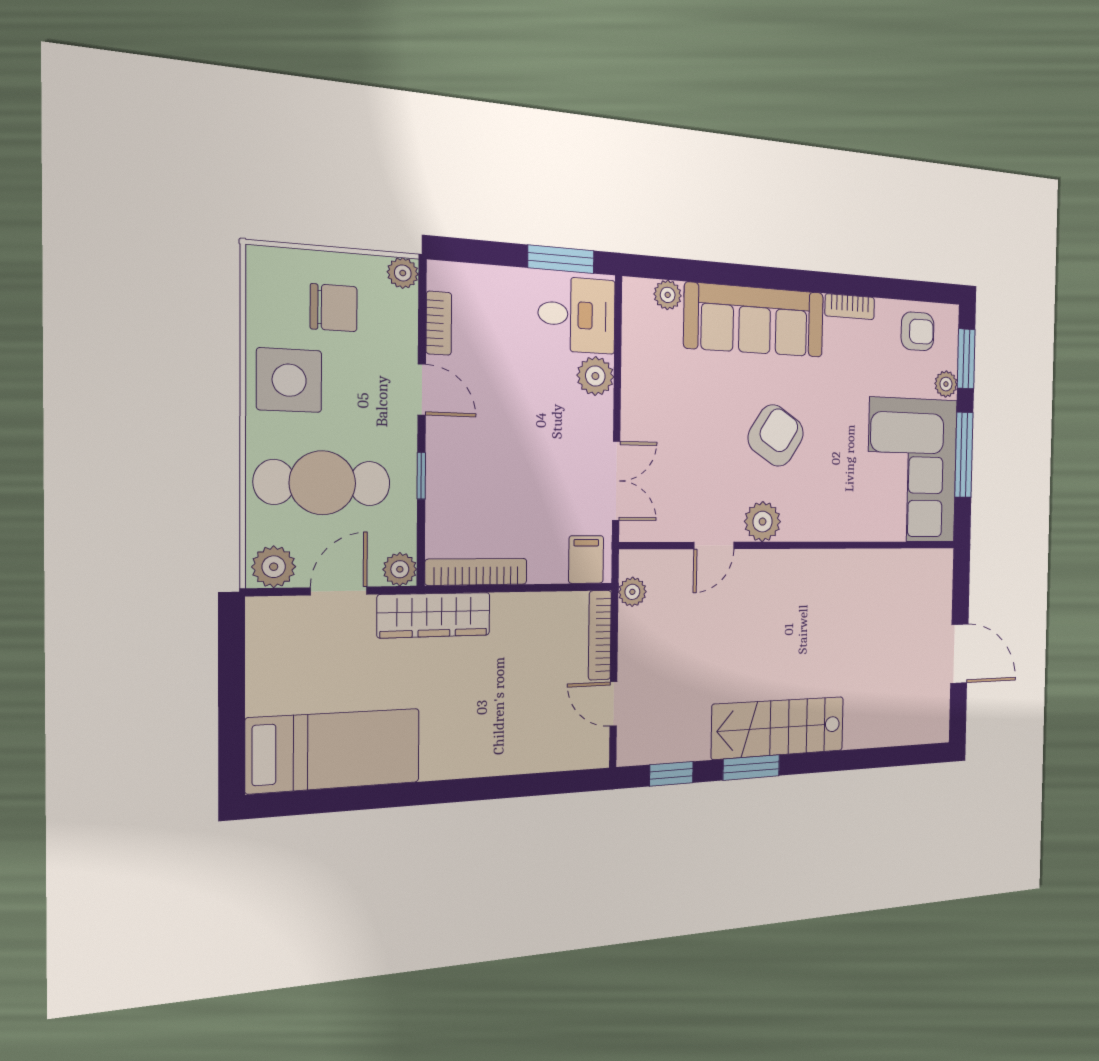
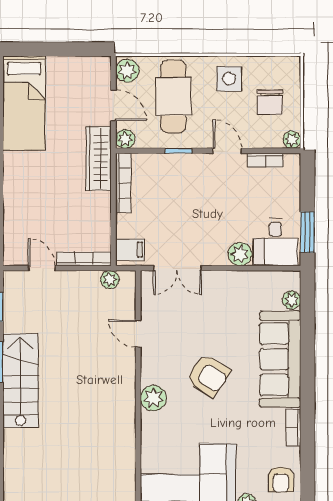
side table: (289, 380) -> (229, 79), width x0.73, depth x0.73
door: (422, 390) -> (227, 151), swing flipped
plant: (763, 522) -> (153, 398), moved
door: (613, 704) -> (42, 268), hinge flipped

